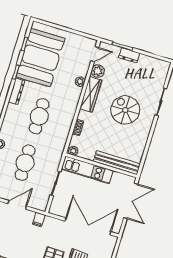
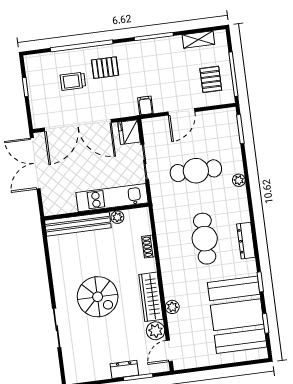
dresser: (17, 91) -> (246, 241), moved
plant: (73, 151) -> (117, 217), moved
cafe table: (25, 163) -> (196, 171), turned 90
double door: (131, 201) -> (35, 163), moved
fridge: (57, 207) -> (129, 132), added

